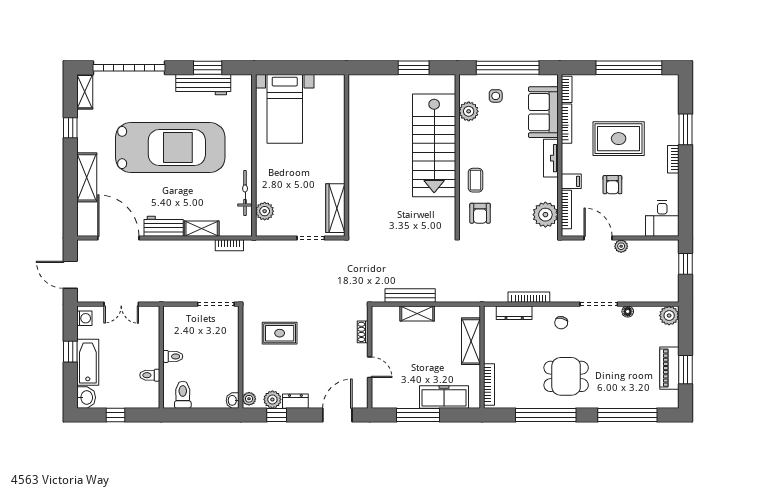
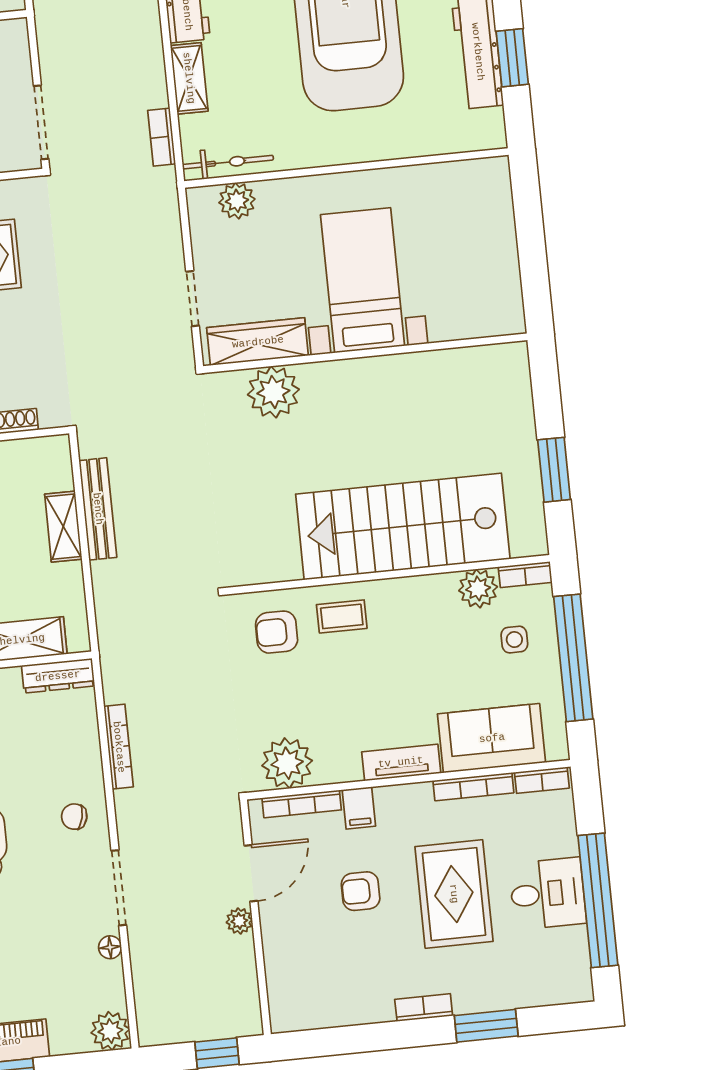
bookcase: (464, 87) -> (525, 575), added
bed with nightstands: (285, 109) -> (363, 280), moved, turned 90
bicycle: (245, 193) -> (228, 162), moved
plant: (361, 203) -> (273, 392), added
desk: (662, 218) -> (548, 894), moved, turned 180
dresser: (514, 313) -> (58, 676), moved, turned -90

